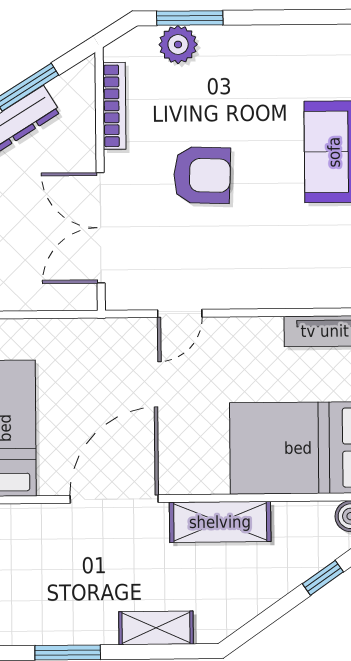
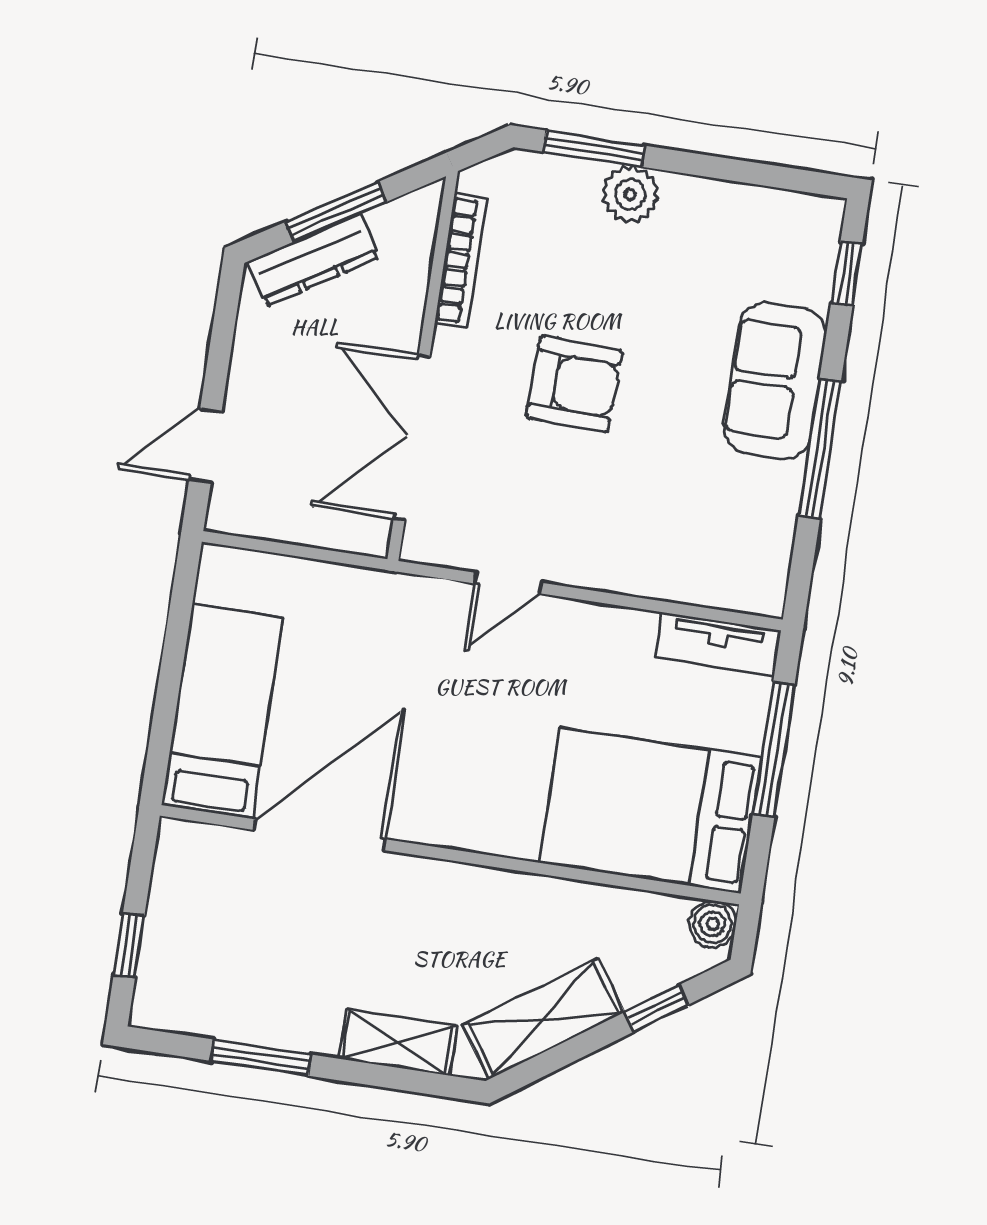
plant: (178, 45) -> (630, 194), moved
door: (114, 499) -> (320, 835), moved
shelving: (220, 522) -> (543, 1019), moved, turned -35

